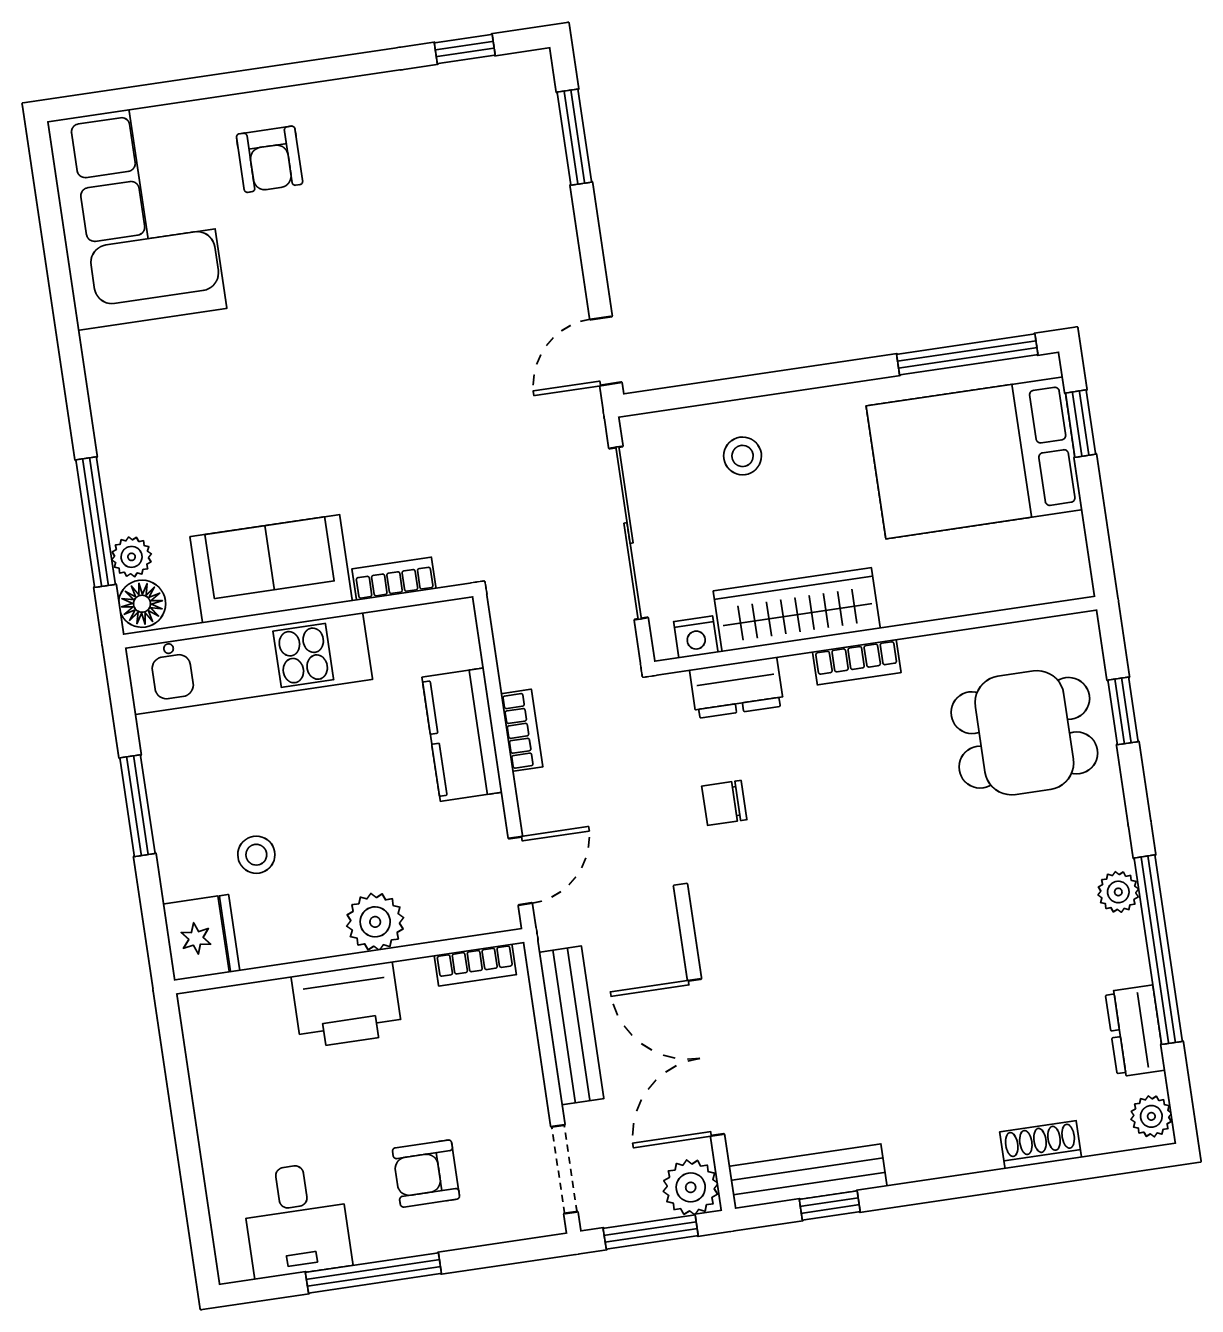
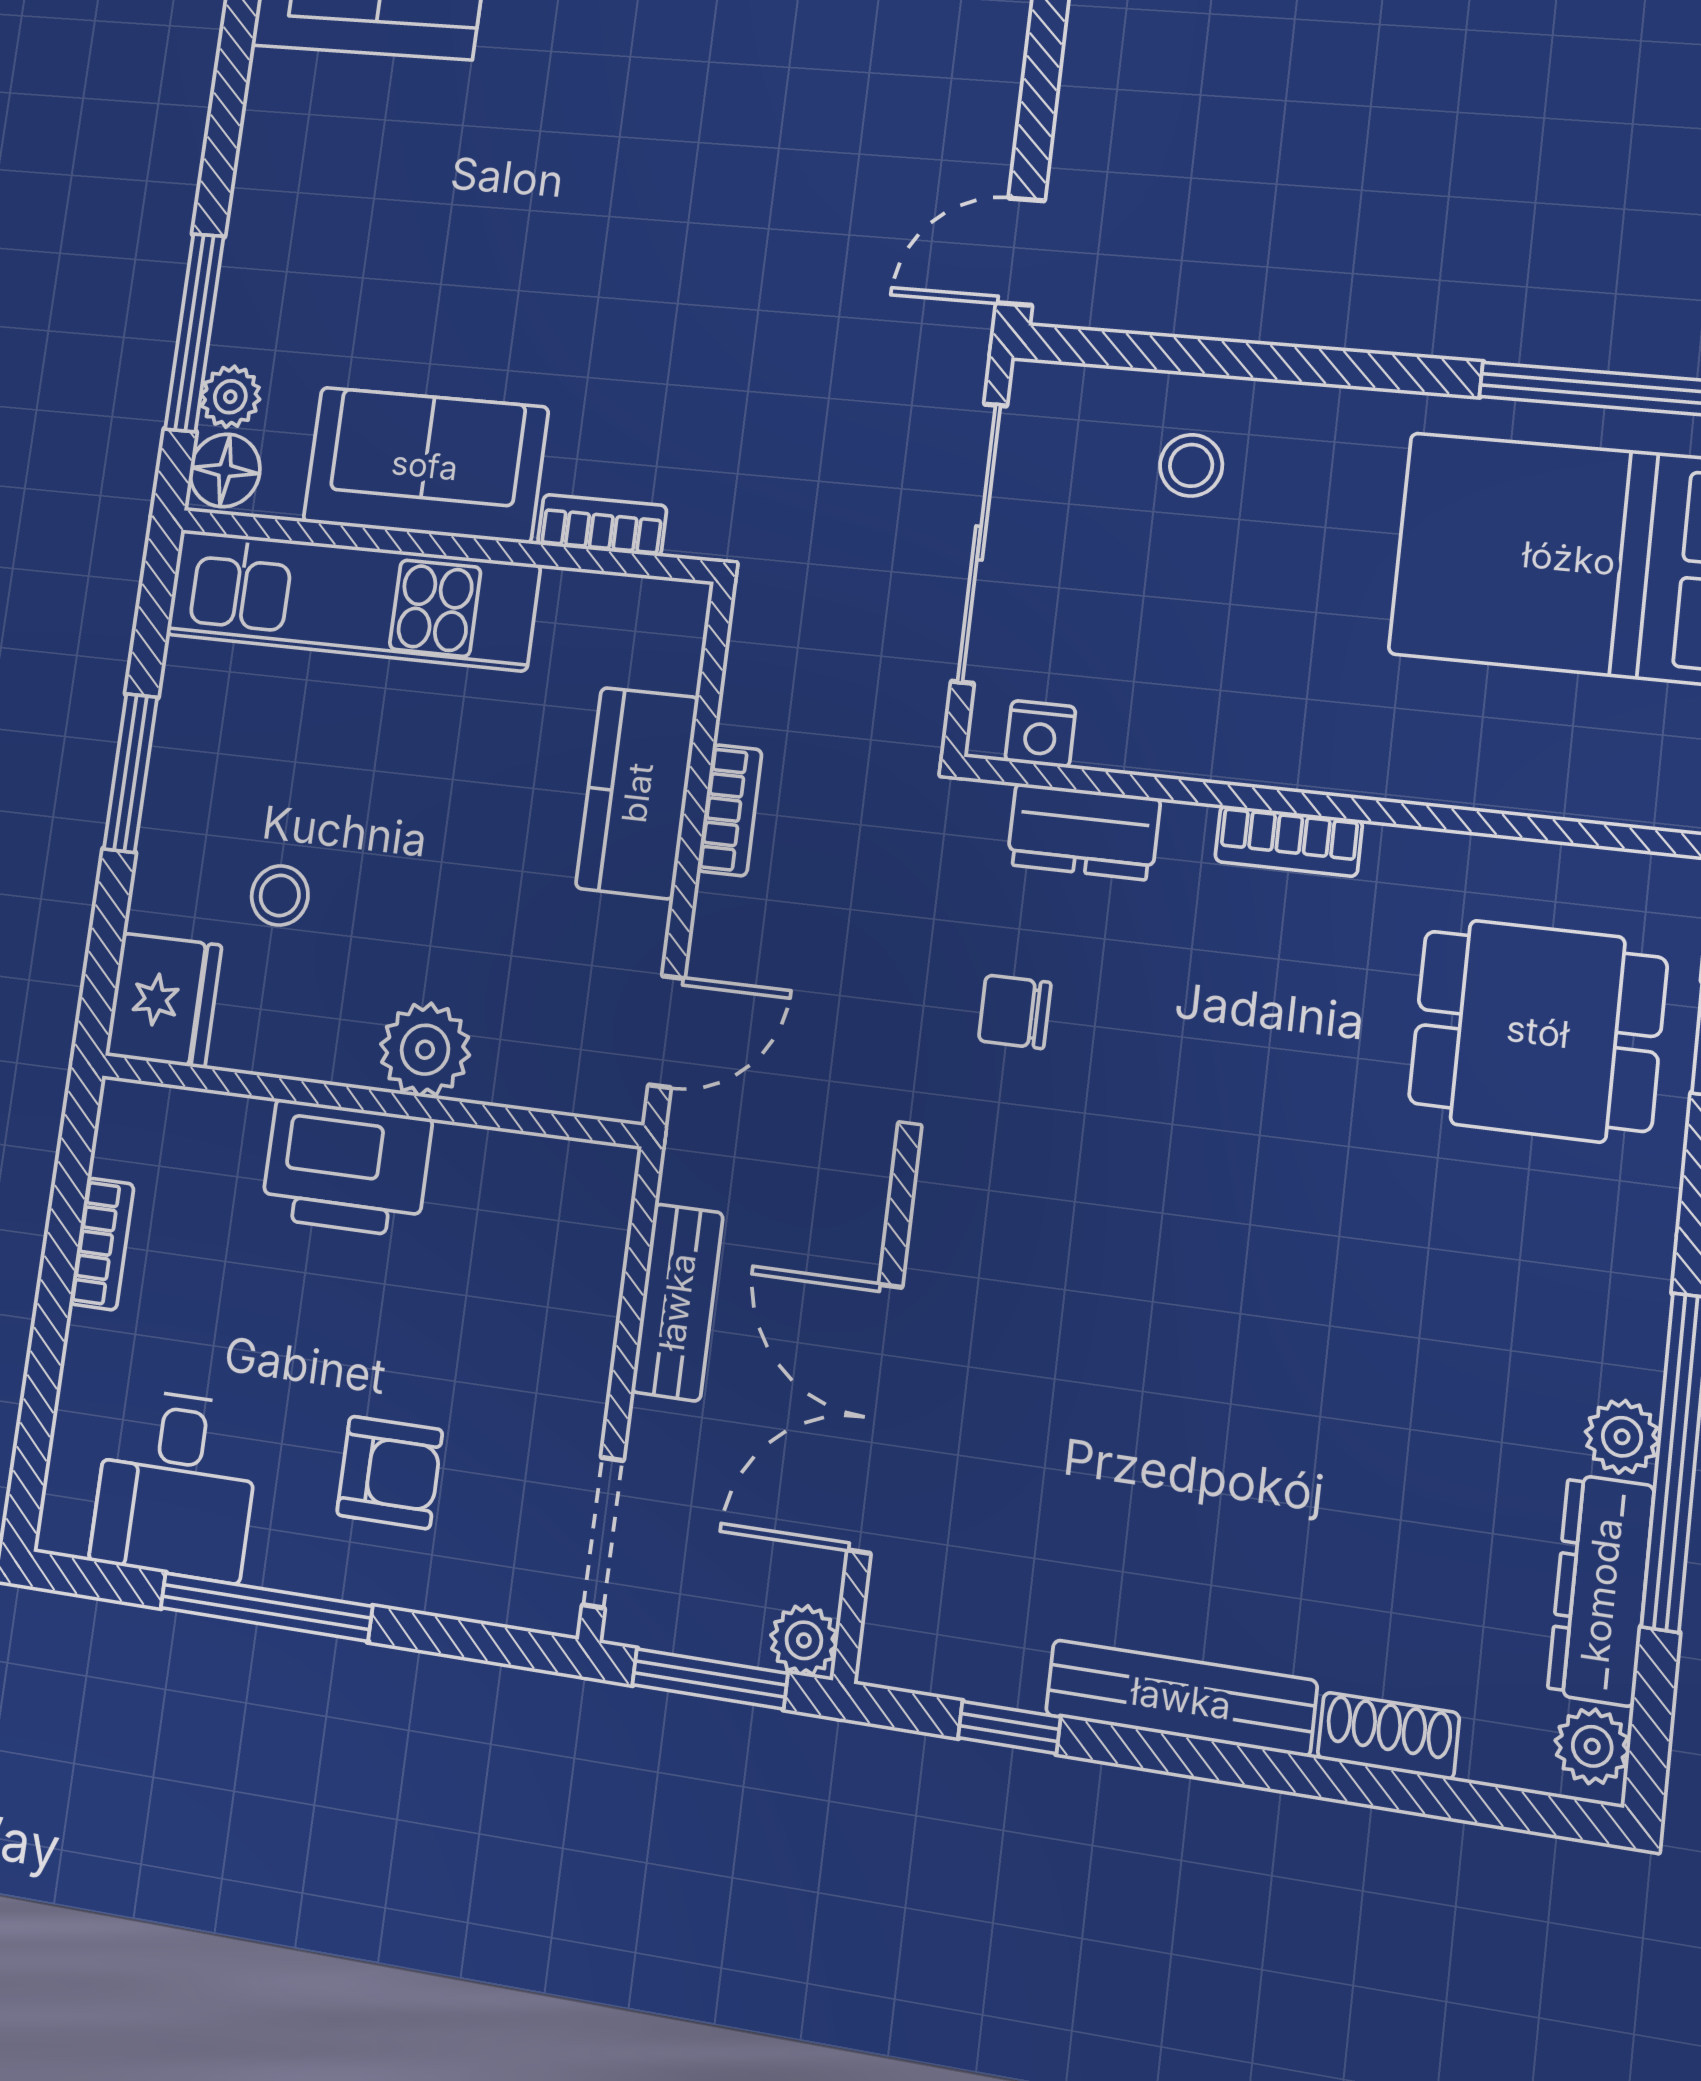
wardrobe: (797, 610) -> (1213, 732), removed
plant: (1118, 892) -> (1622, 1437), moved
bookcase: (475, 965) -> (102, 1244), moved, turned -90
bench: (571, 1025) -> (677, 1302), width x0.73
dresser: (1135, 1031) -> (1601, 1590), width x1.44
armchair: (426, 1174) -> (390, 1472), turned 180
bench: (808, 1176) -> (1181, 1698), moved
plant: (691, 1187) -> (804, 1640), width x0.73, depth x0.73

